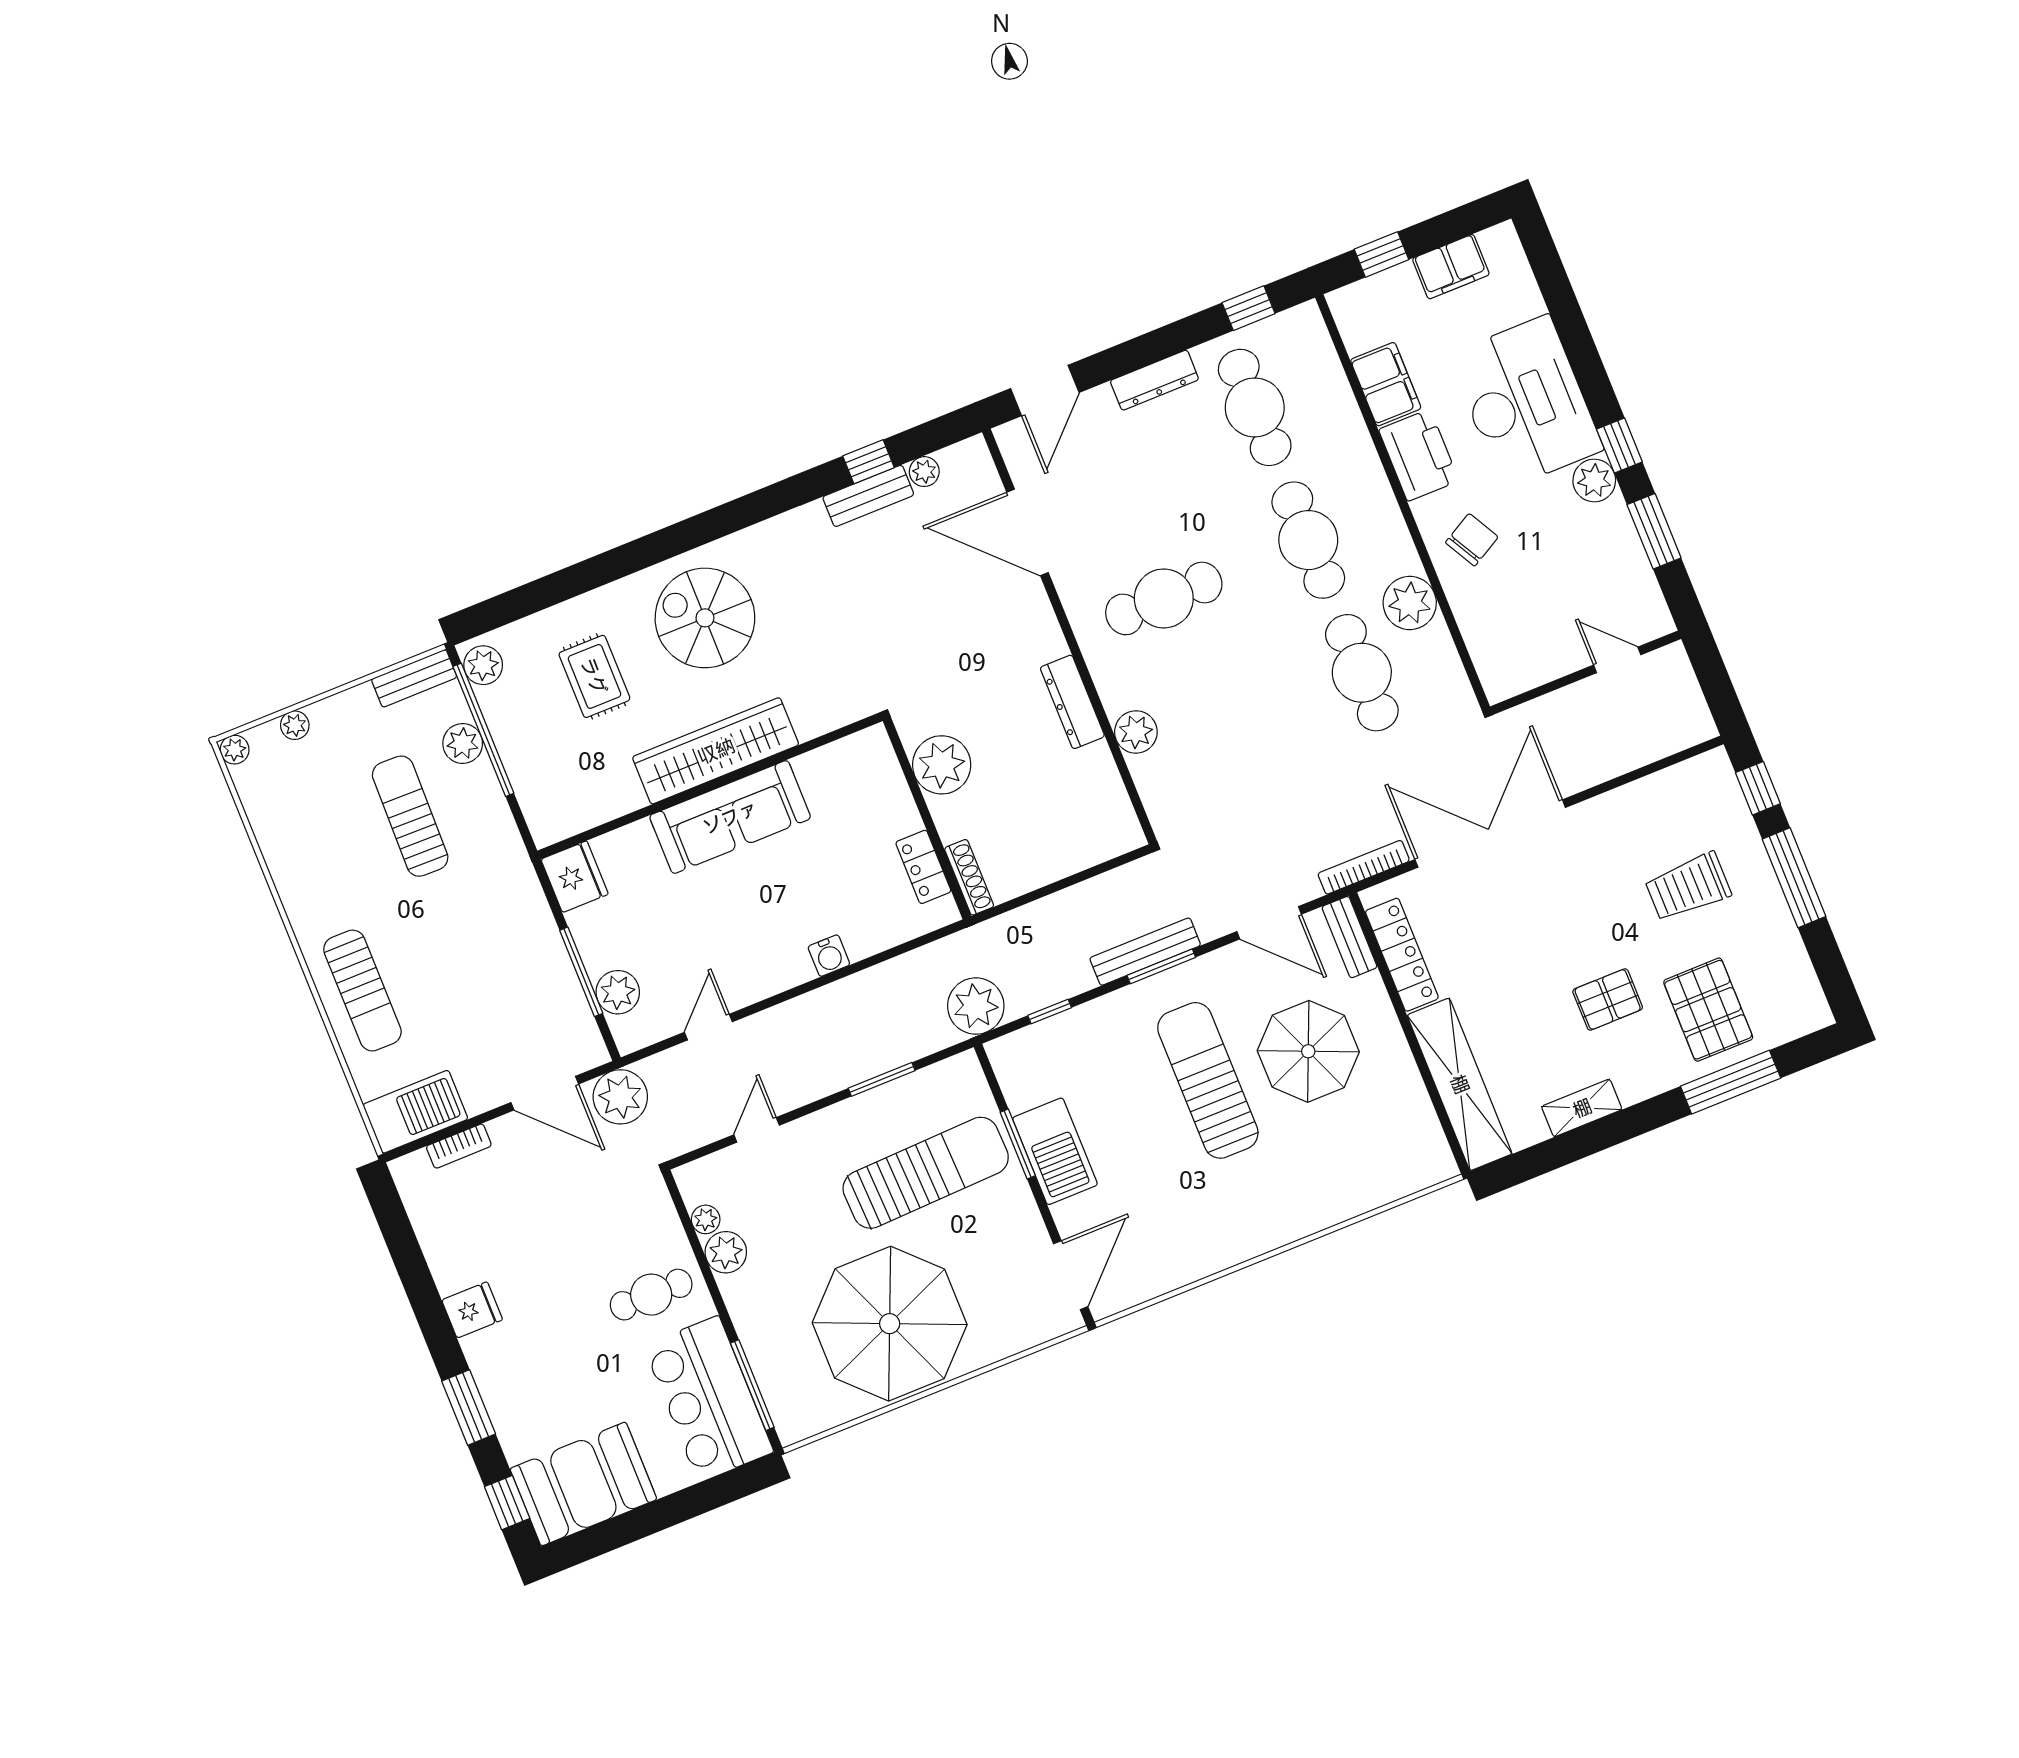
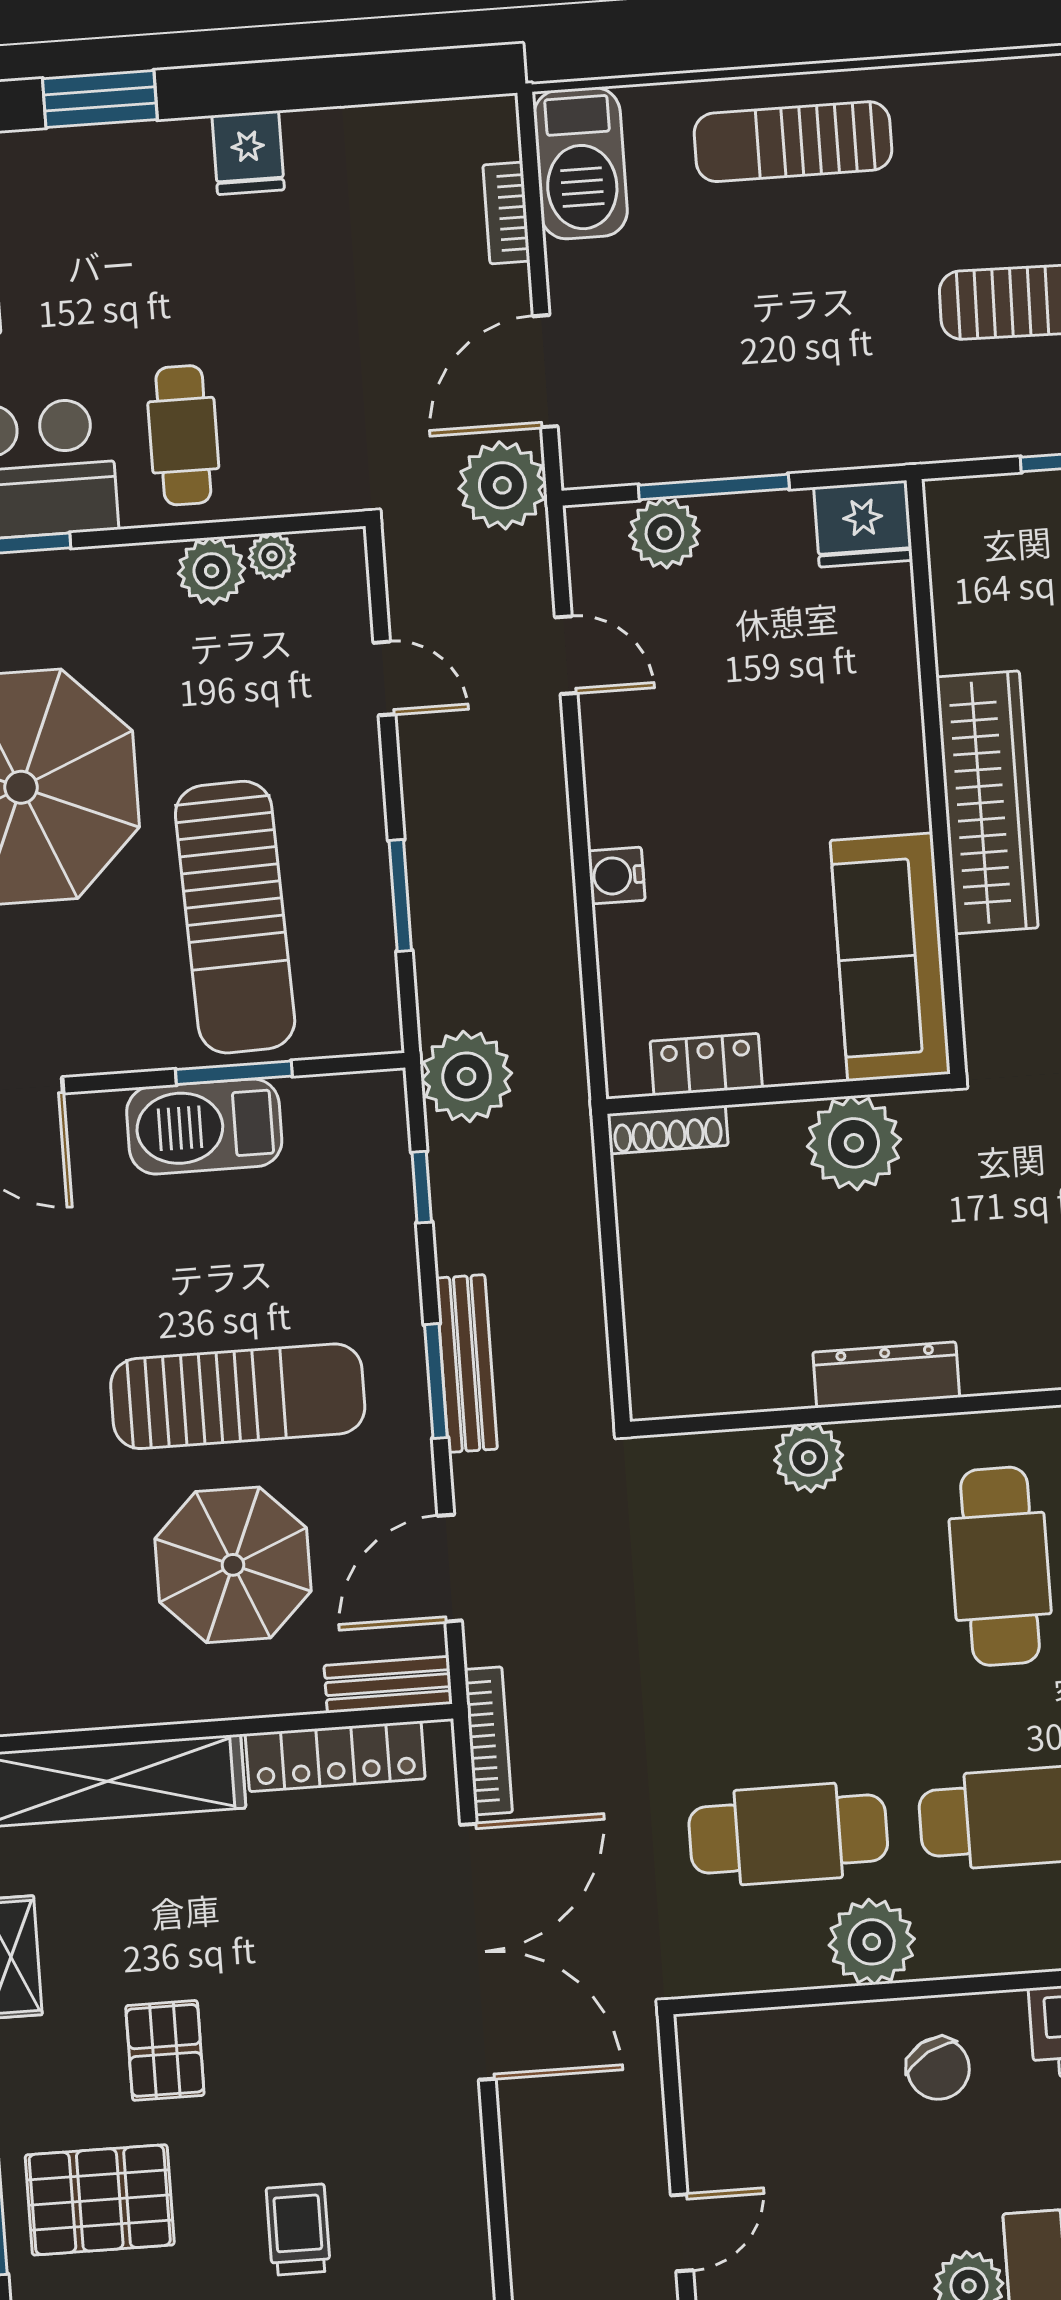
sofa: (730, 817) -> (890, 957), moved
trolley: (1688, 887) -> (298, 2230), width x0.73, depth x0.72

